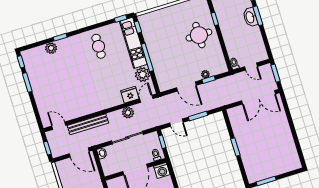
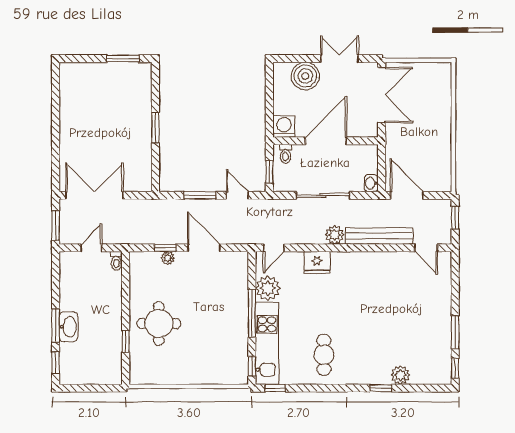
door: (251, 67) -> (91, 248), hinge flipped
fridge: (130, 95) -> (317, 262), moved
plant: (128, 113) -> (335, 235), moved

